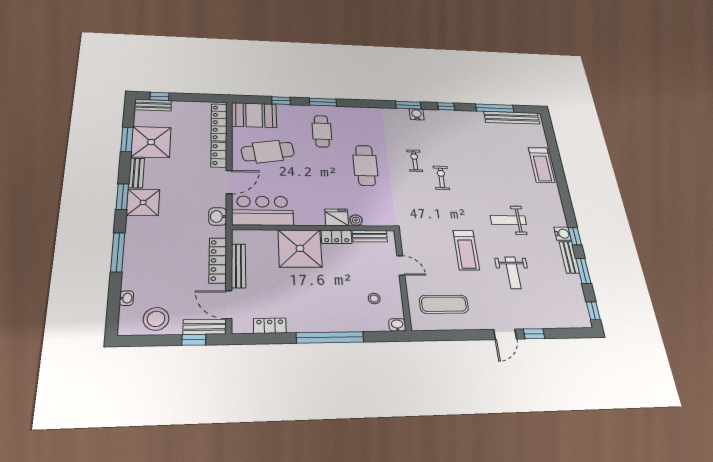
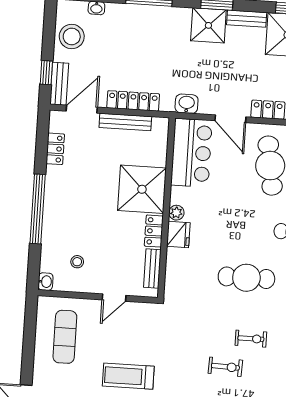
plant: (356, 220) -> (176, 213), moved

